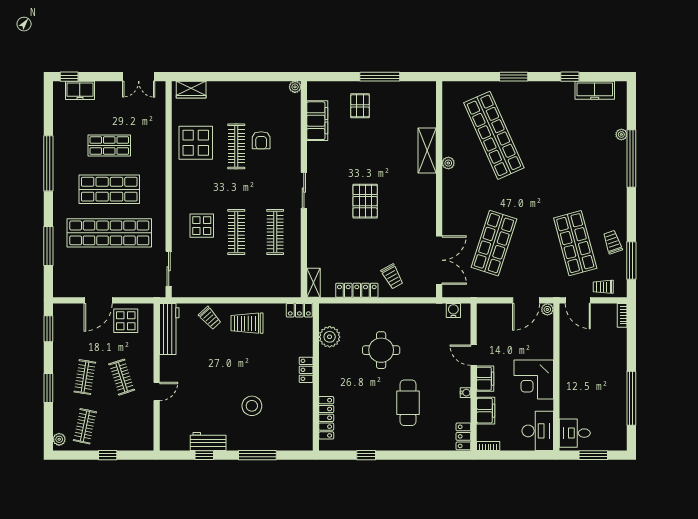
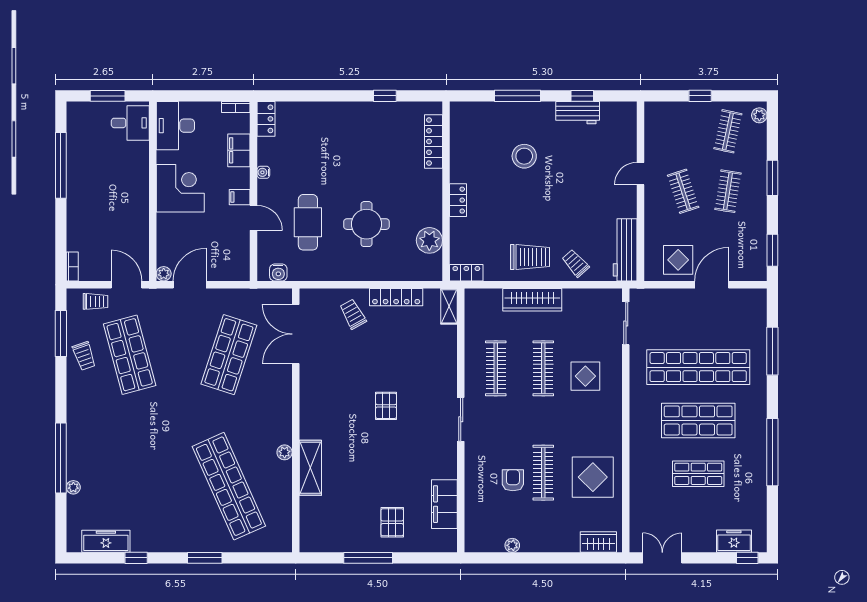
plant: (295, 87) -> (512, 545), moved
pallet: (365, 201) -> (386, 406), width x0.67, depth x0.71
wardrobe: (245, 288) -> (532, 300), added
filing cabinet: (485, 379) -> (240, 197), width x0.50
cafe table: (408, 403) -> (308, 222), moved

